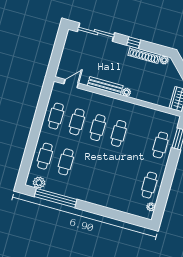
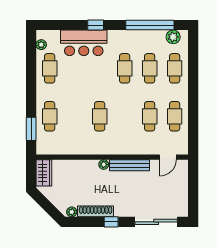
cafe table: (98, 128) -> (125, 68), moved
bar counter: (115, 198) -> (84, 43), added
window: (101, 211) -> (96, 25), added

